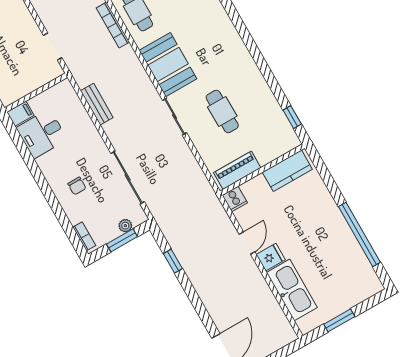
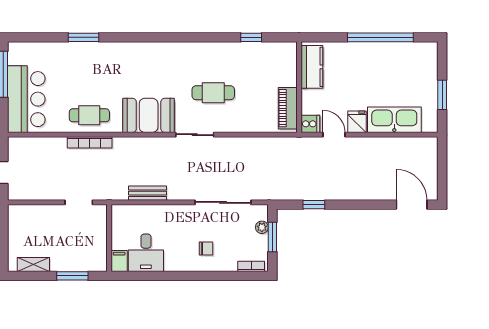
piano: (237, 170) -> (288, 108), moved
wall: (262, 170) -> (299, 87), moved
kitchen counter: (287, 171) -> (312, 67), moved
cooker: (235, 199) -> (310, 124), moved

